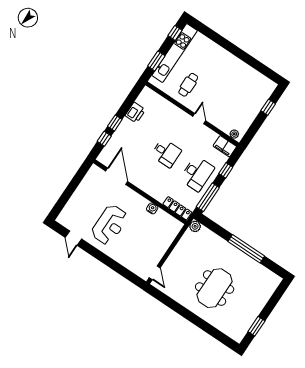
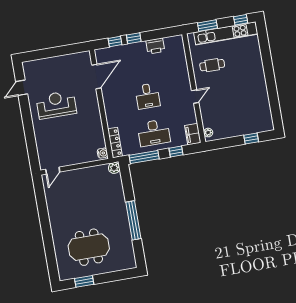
water cooler: (152, 208) -> (103, 153), moved
reception desk: (110, 225) -> (56, 105), turned 180
meeting table: (215, 288) -> (89, 247), moved

